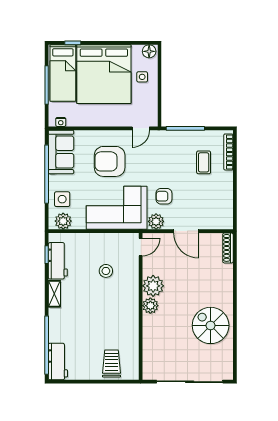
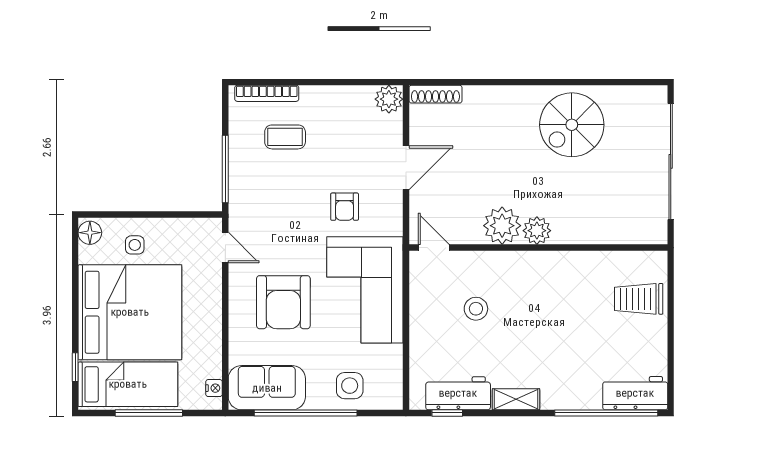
plant: (63, 221) -> (388, 384), removed
plant: (156, 221) -> (389, 99), moved

